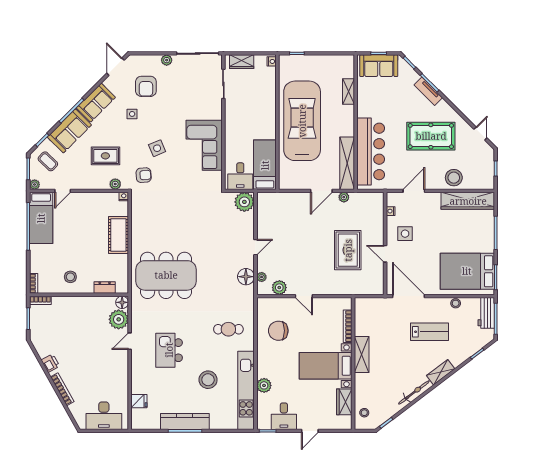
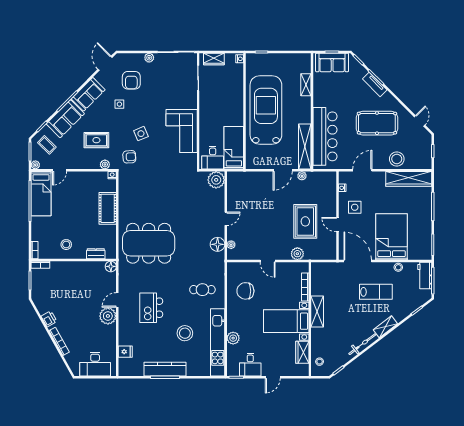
bed: (467, 271) -> (392, 237), moved, turned 90
plant: (279, 288) -> (297, 254), moved
plant: (119, 319) -> (108, 316), moved

